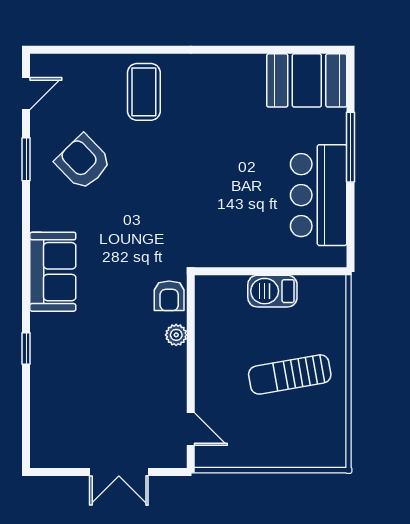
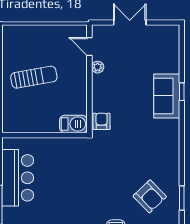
sofa: (53, 272) -> (167, 96), moved
barbecue: (272, 291) -> (73, 124), moved
plant: (176, 335) -> (98, 67), moved

